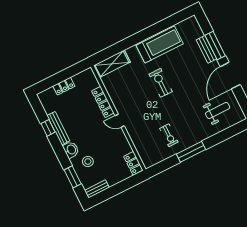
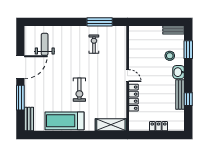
bench: (206, 49) -> (29, 119), moved
weight bench: (218, 111) -> (45, 44), turned 90
window: (191, 152) -> (100, 22), moved
locker: (133, 163) -> (134, 36), removed

